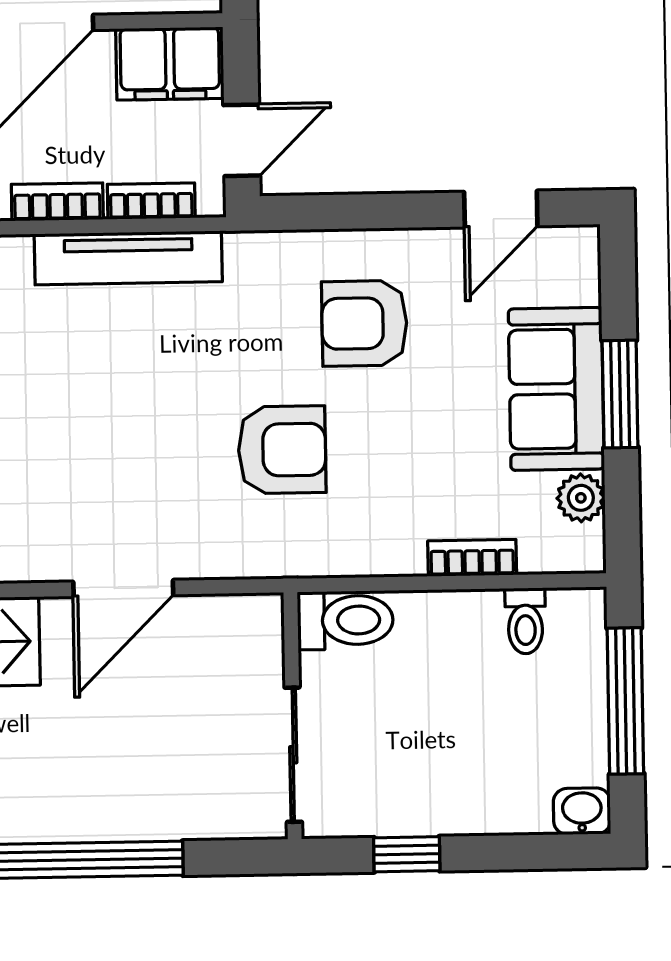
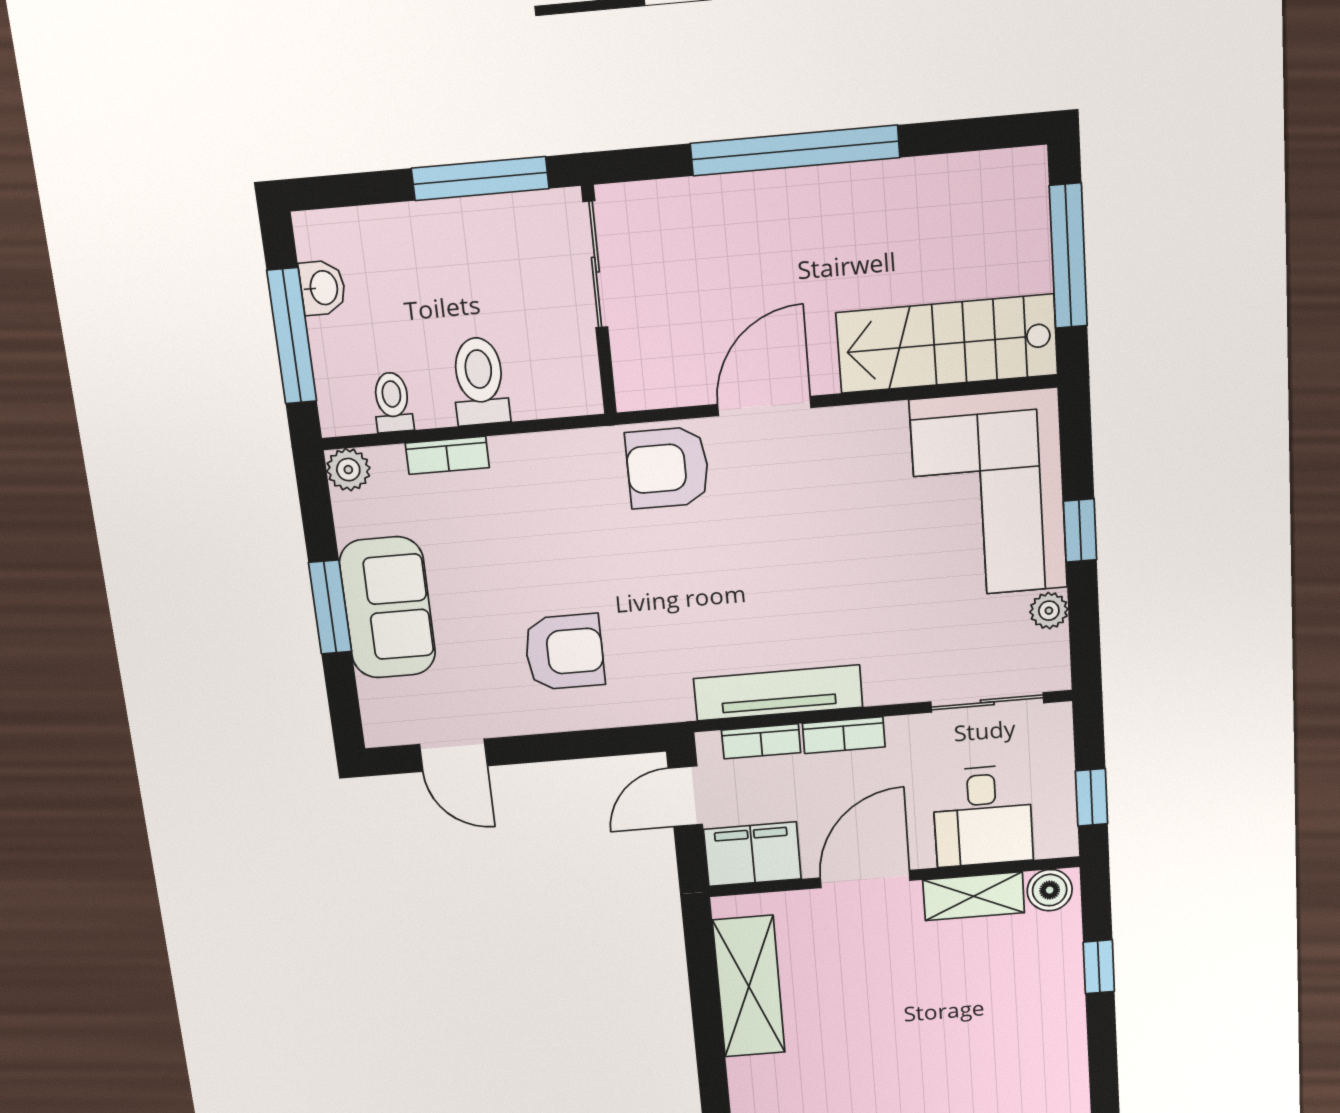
door: (501, 209) -> (453, 755), swing flipped
armchair: (282, 450) -> (668, 468), moved
plant: (581, 498) -> (348, 470), moved
toilet: (345, 620) -> (480, 381), moved, turned 90
washbasin: (582, 811) -> (323, 288), moved, turned -90
window: (407, 854) -> (480, 178), width x2.17

